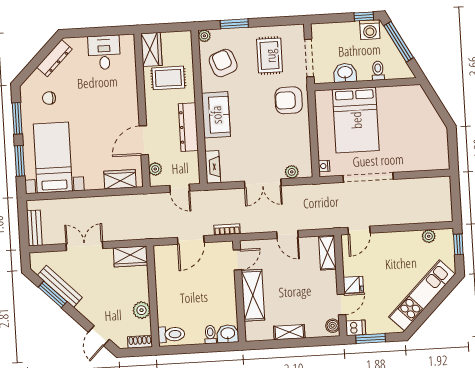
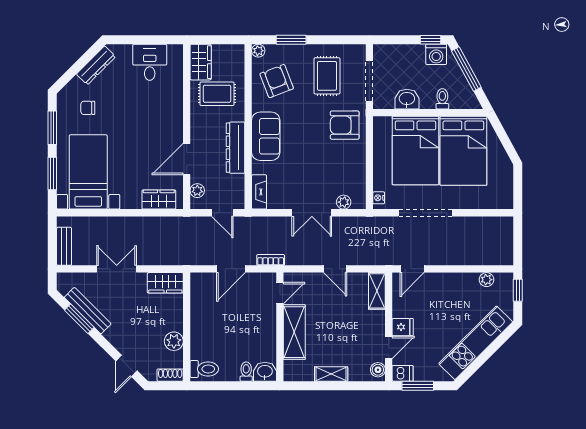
bed: (400, 118) -> (463, 151), added

